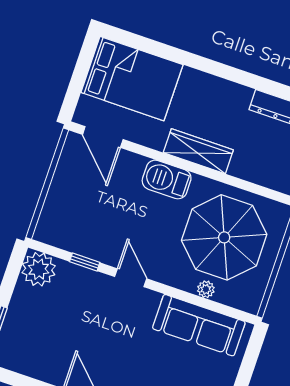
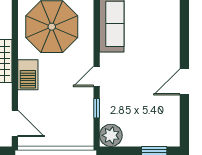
door: (103, 137) -> (15, 123), hinge flipped
plant: (206, 289) -> (88, 27), removed

